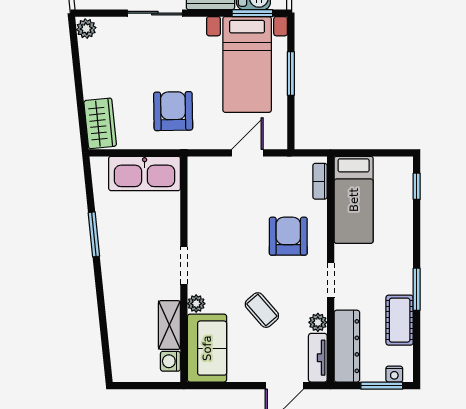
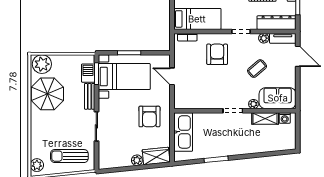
plant: (86, 29) -> (137, 160), moved
armchair: (173, 111) -> (149, 117), turned -89
armchair: (288, 236) -> (217, 54), turned 90

